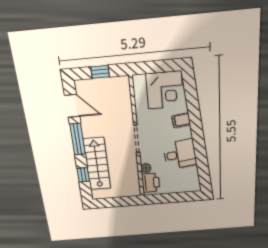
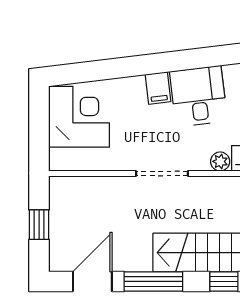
filing cabinet: (181, 120) -> (158, 88), moved

